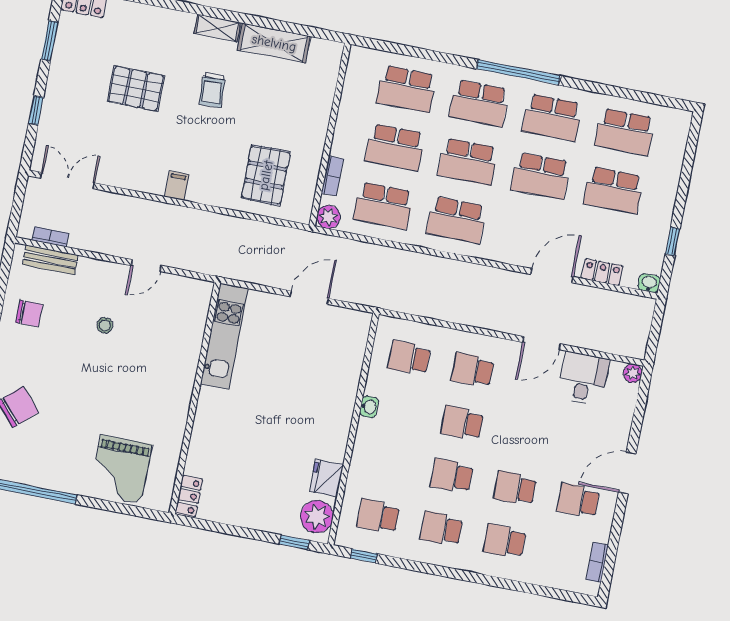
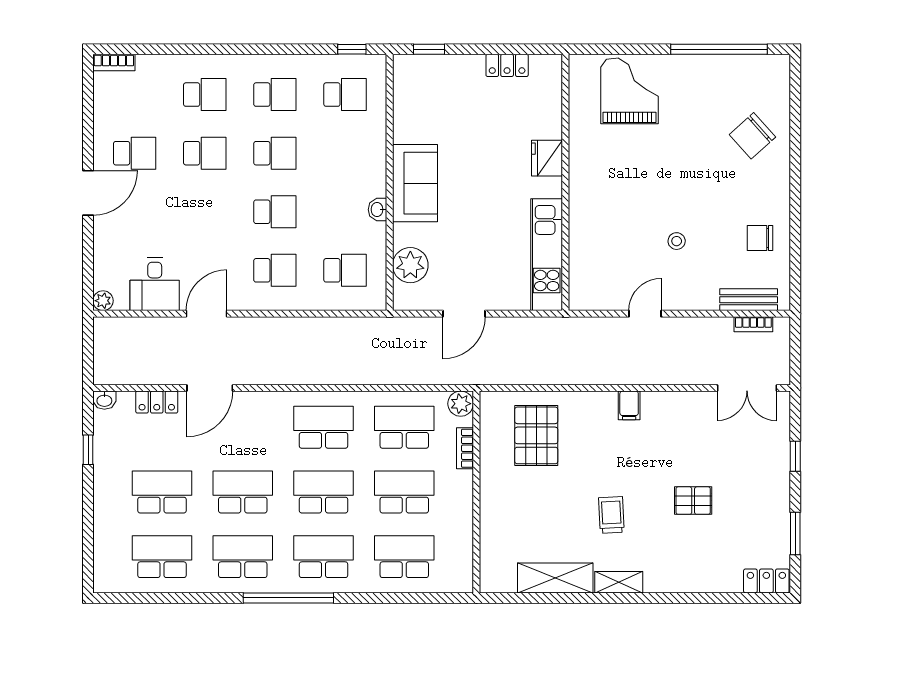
pallet: (136, 88) -> (693, 501), width x0.67, depth x0.71
sofa: (331, 424) -> (415, 183), added
fridge: (326, 478) -> (547, 158), moved, turned 180
locker: (189, 496) -> (507, 65), moved, turned -90
plant: (317, 517) -> (410, 265), moved
bookcase: (597, 562) -> (114, 63), moved, turned 90

